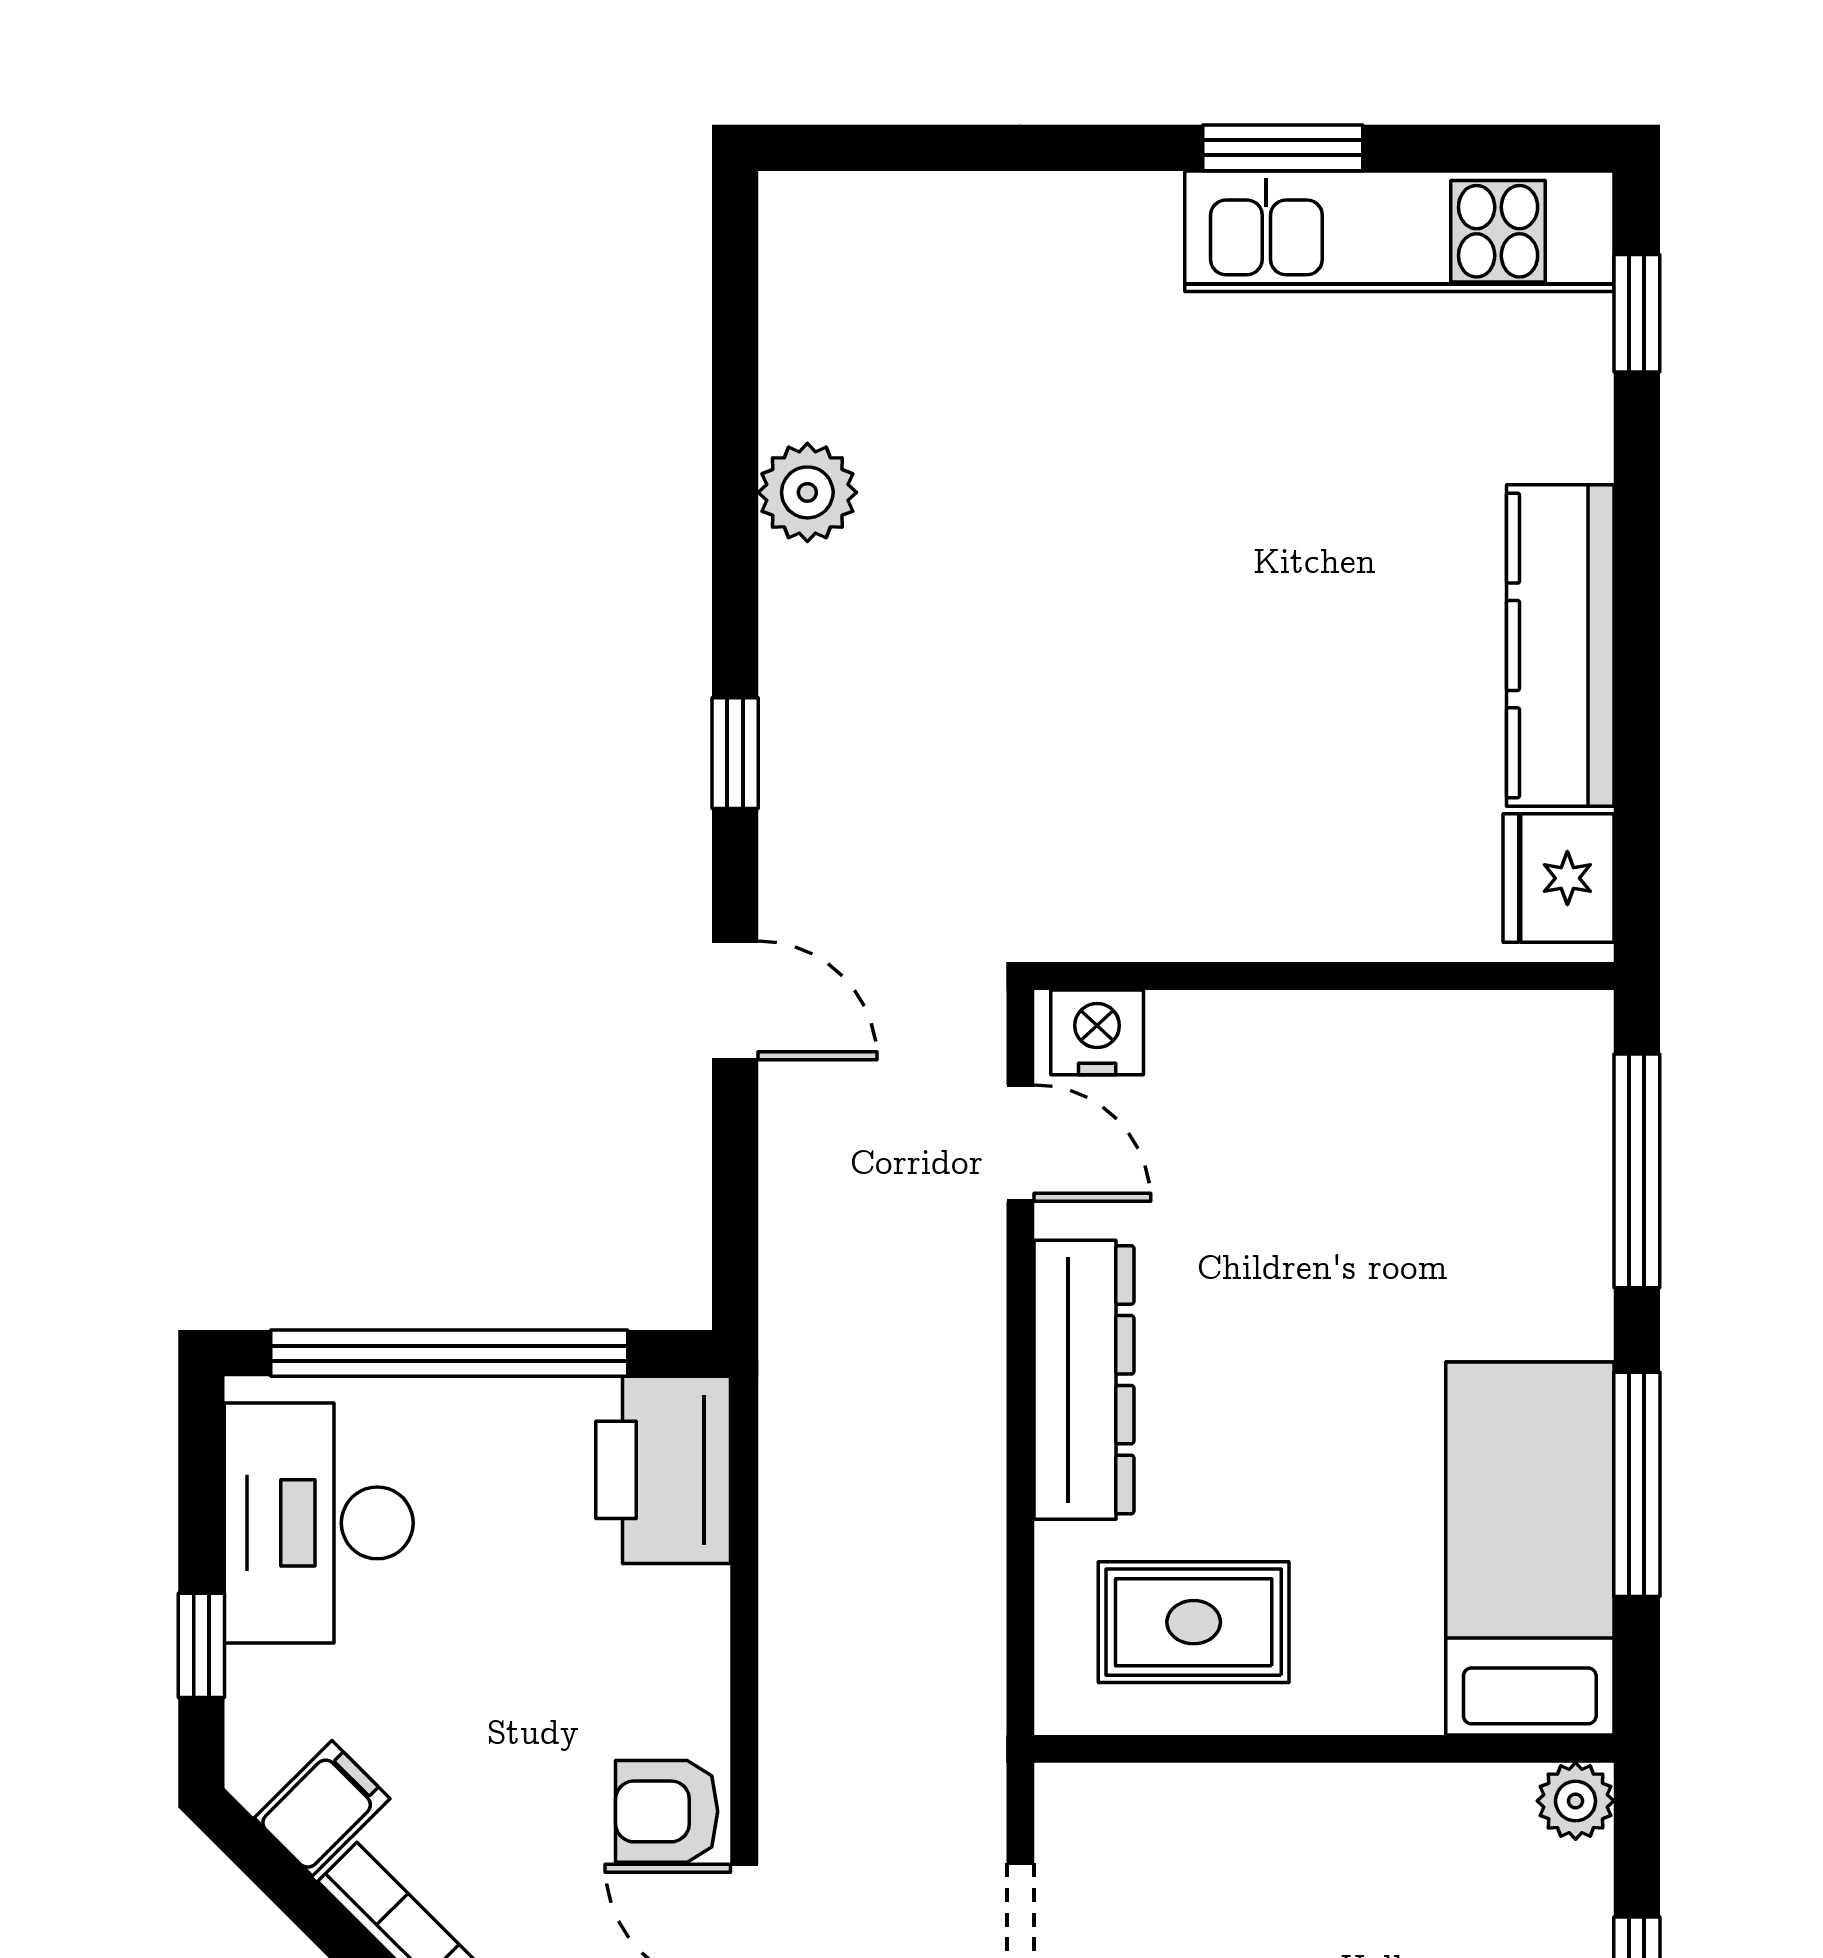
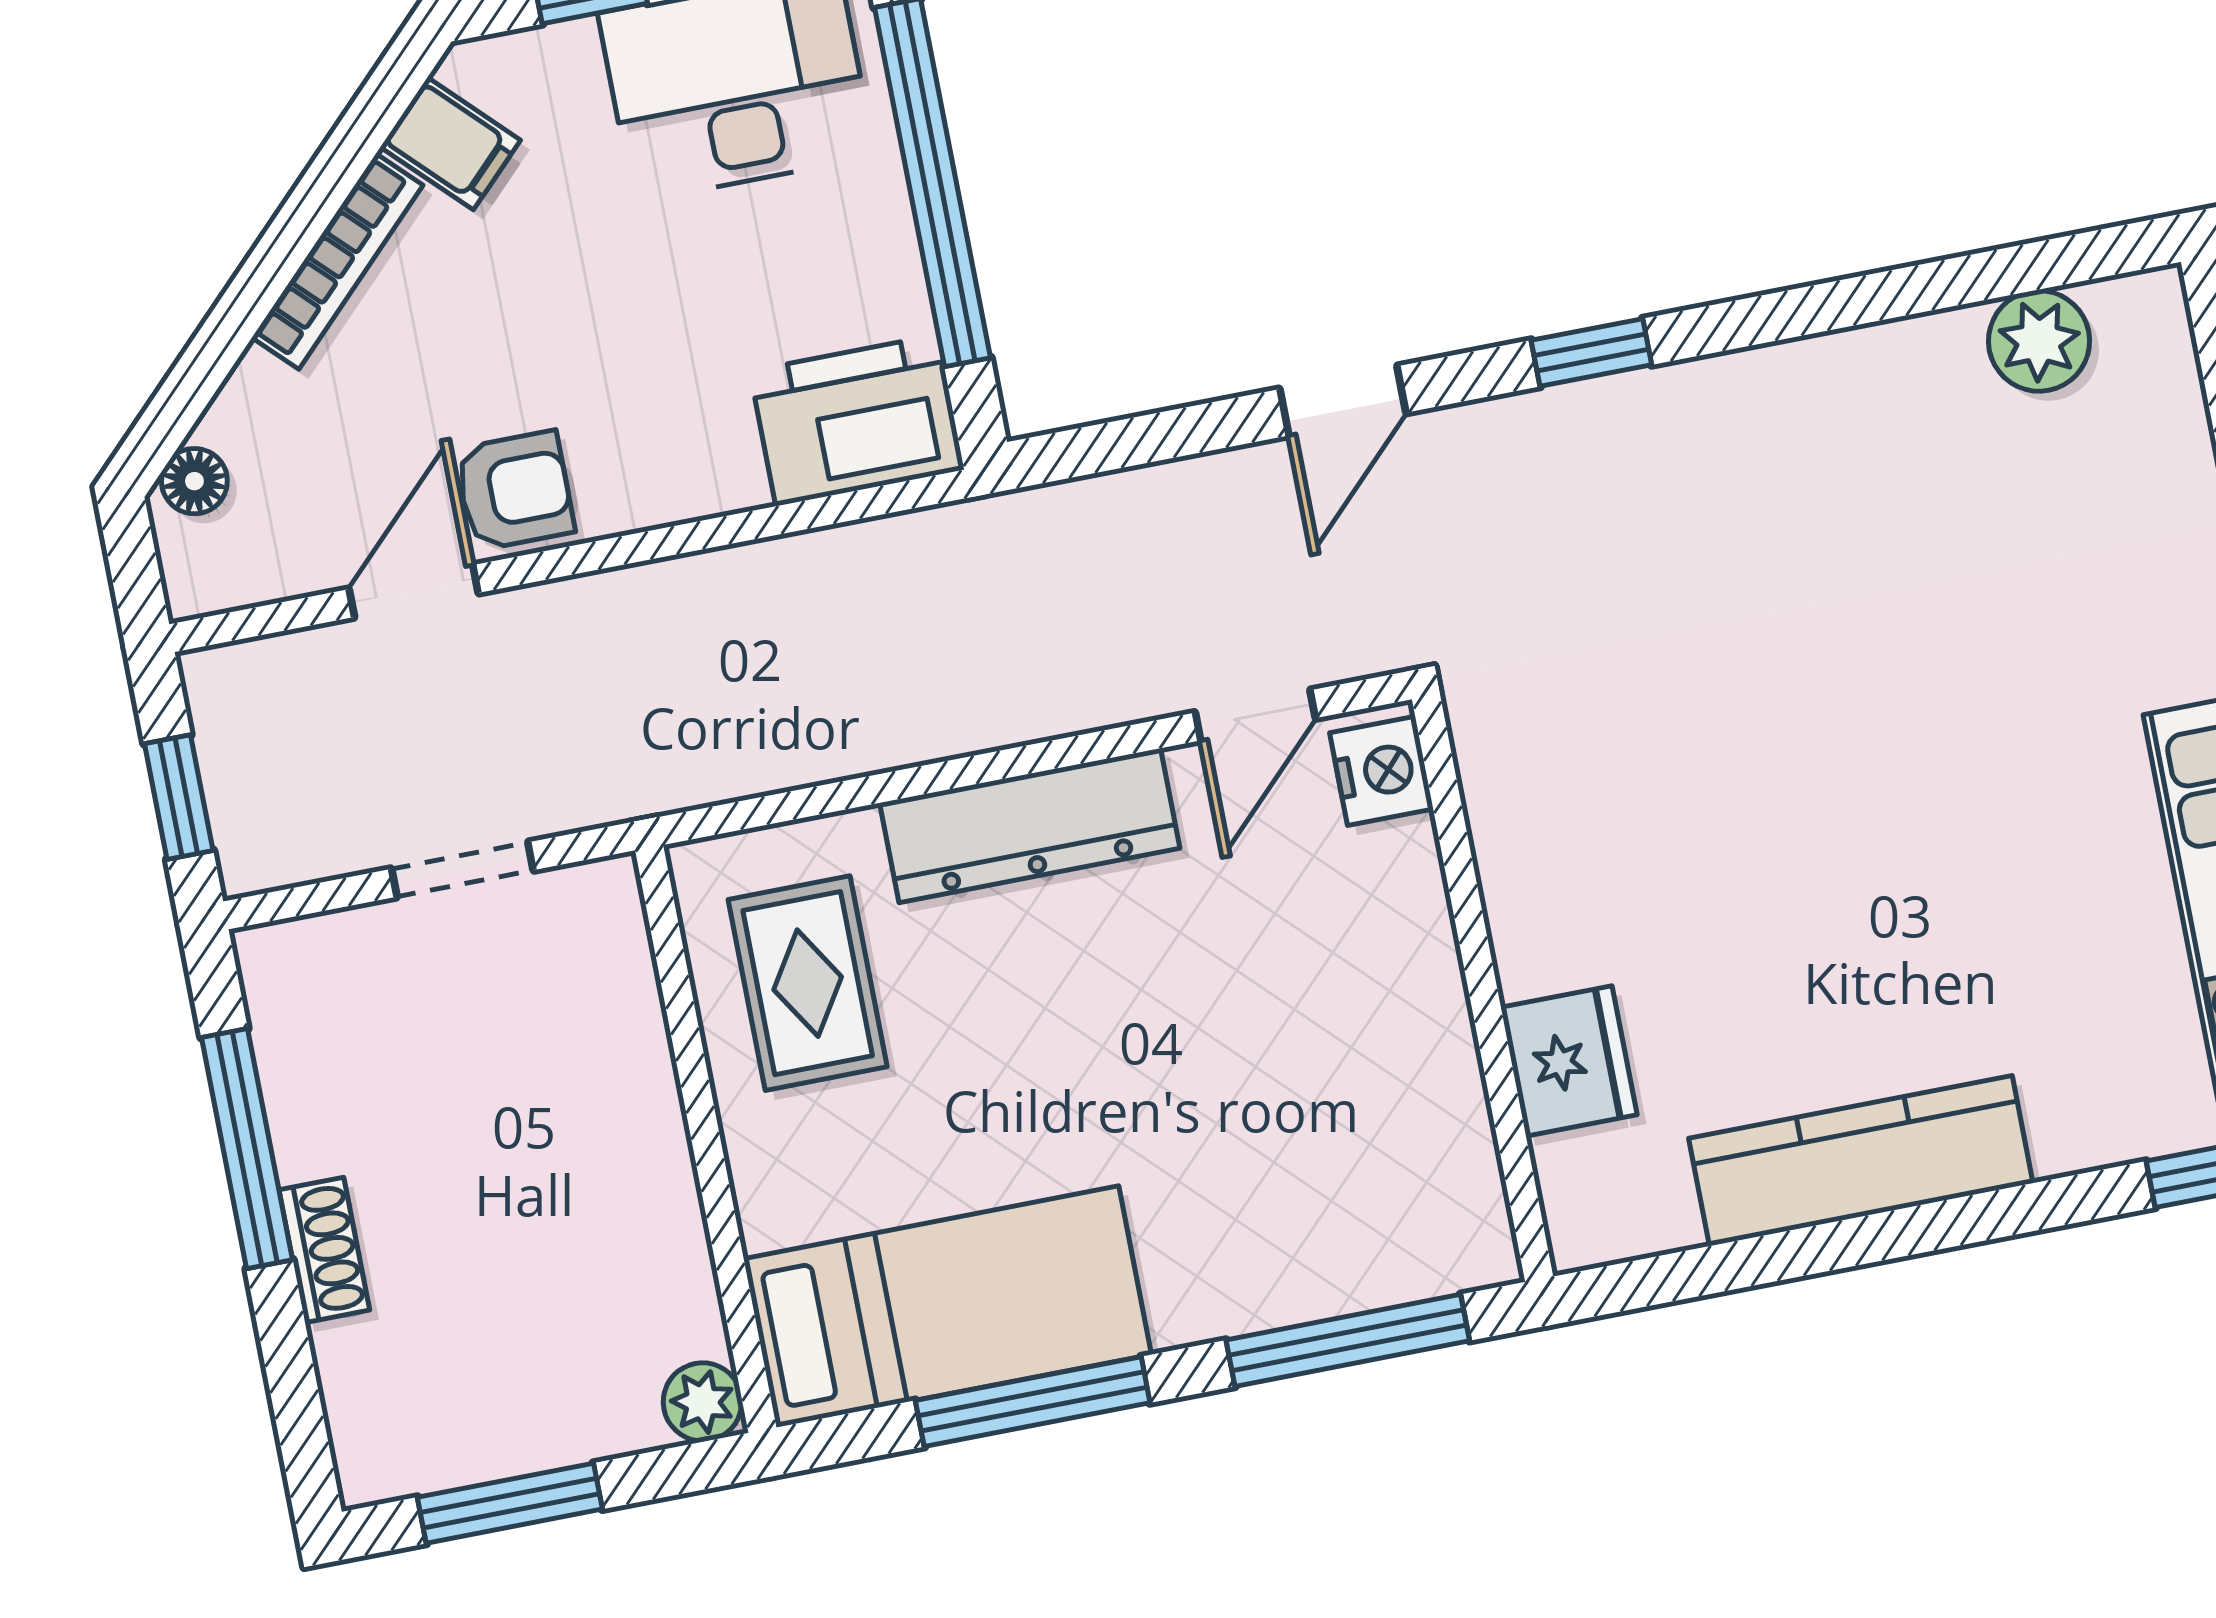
plant: (807, 492) -> (2039, 341), moved
fridge: (1558, 878) -> (1569, 1061), moved, turned 90
armchair: (667, 1811) -> (514, 491), turned 90

